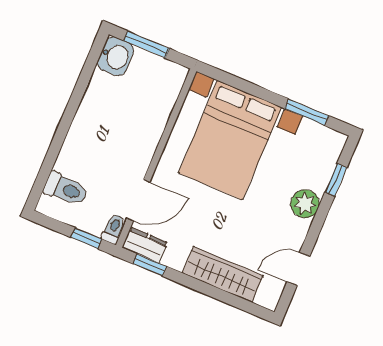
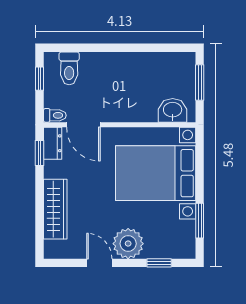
washbasin: (116, 56) -> (173, 110), moved, turned 180
plant: (305, 204) -> (128, 244), width x1.36, depth x1.36
window: (86, 238) -> (40, 79), moved
door: (298, 269) -> (99, 263), moved

